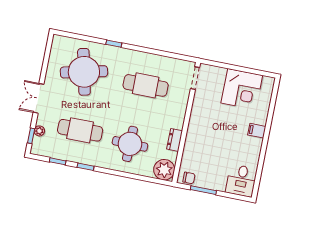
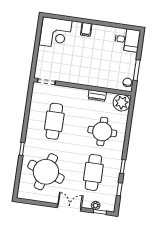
round table: (84, 72) -> (46, 172), turned 31
corner desk: (242, 89) -> (56, 33), moved, turned 90
double door: (38, 98) -> (69, 207), swing flipped

